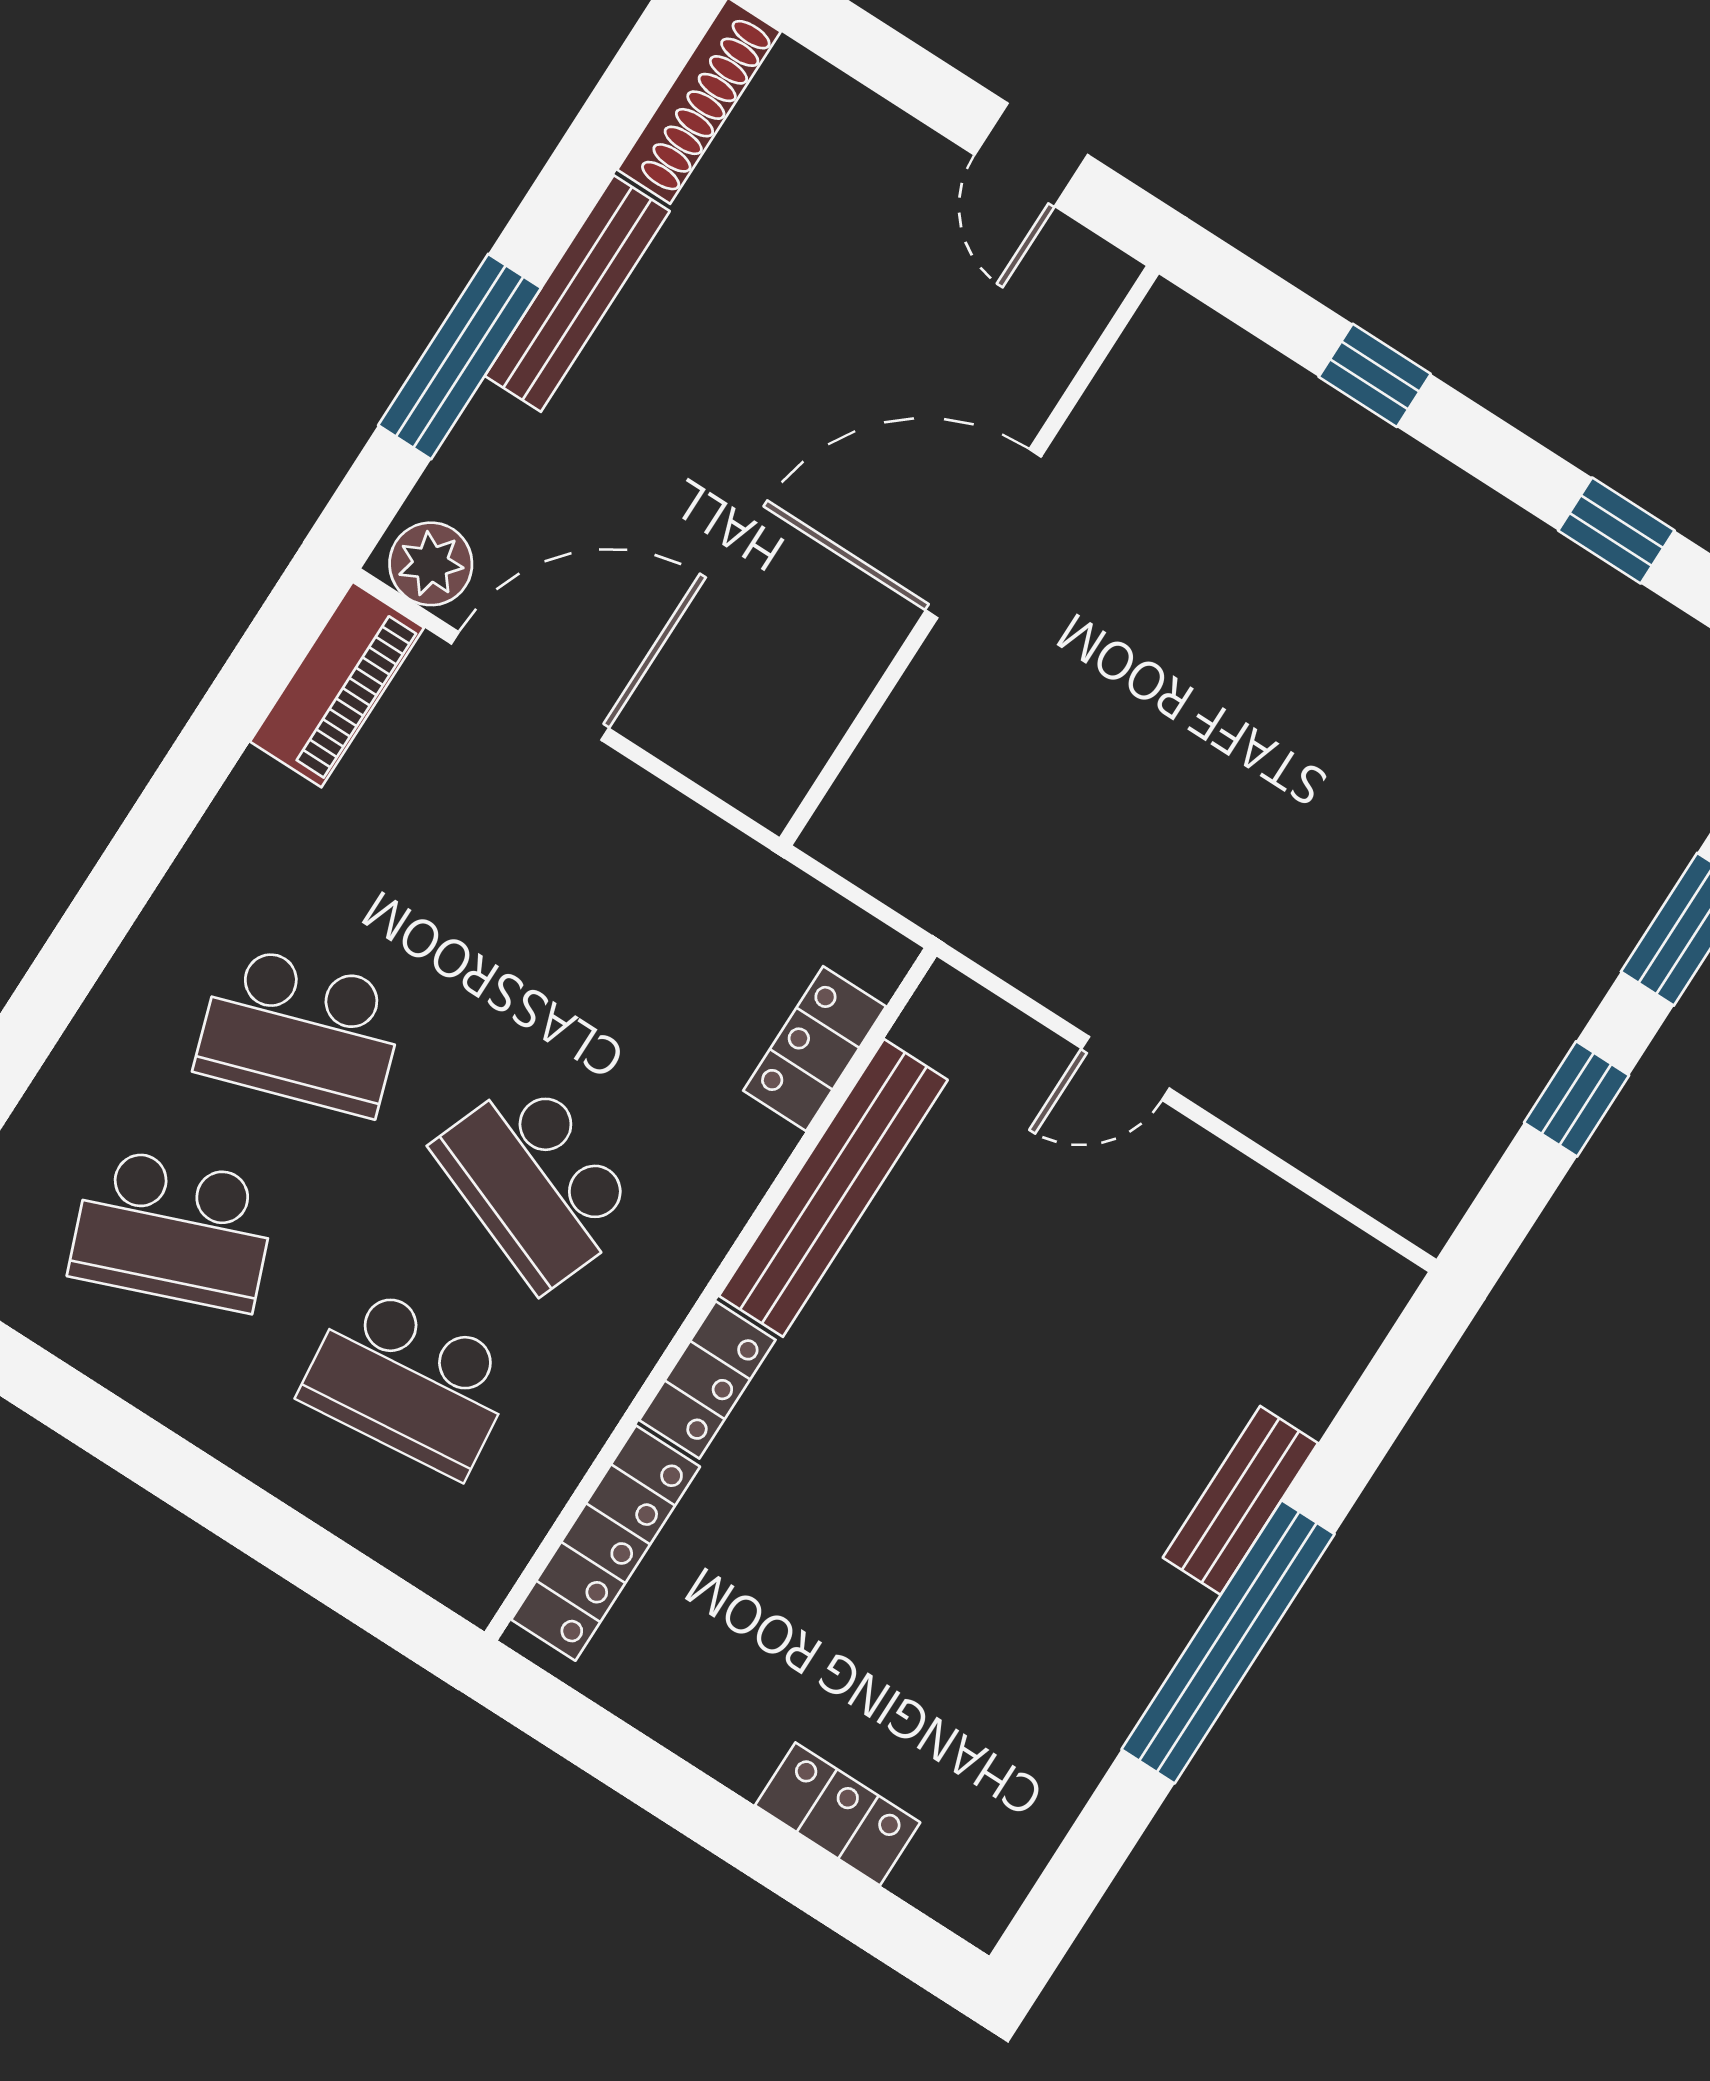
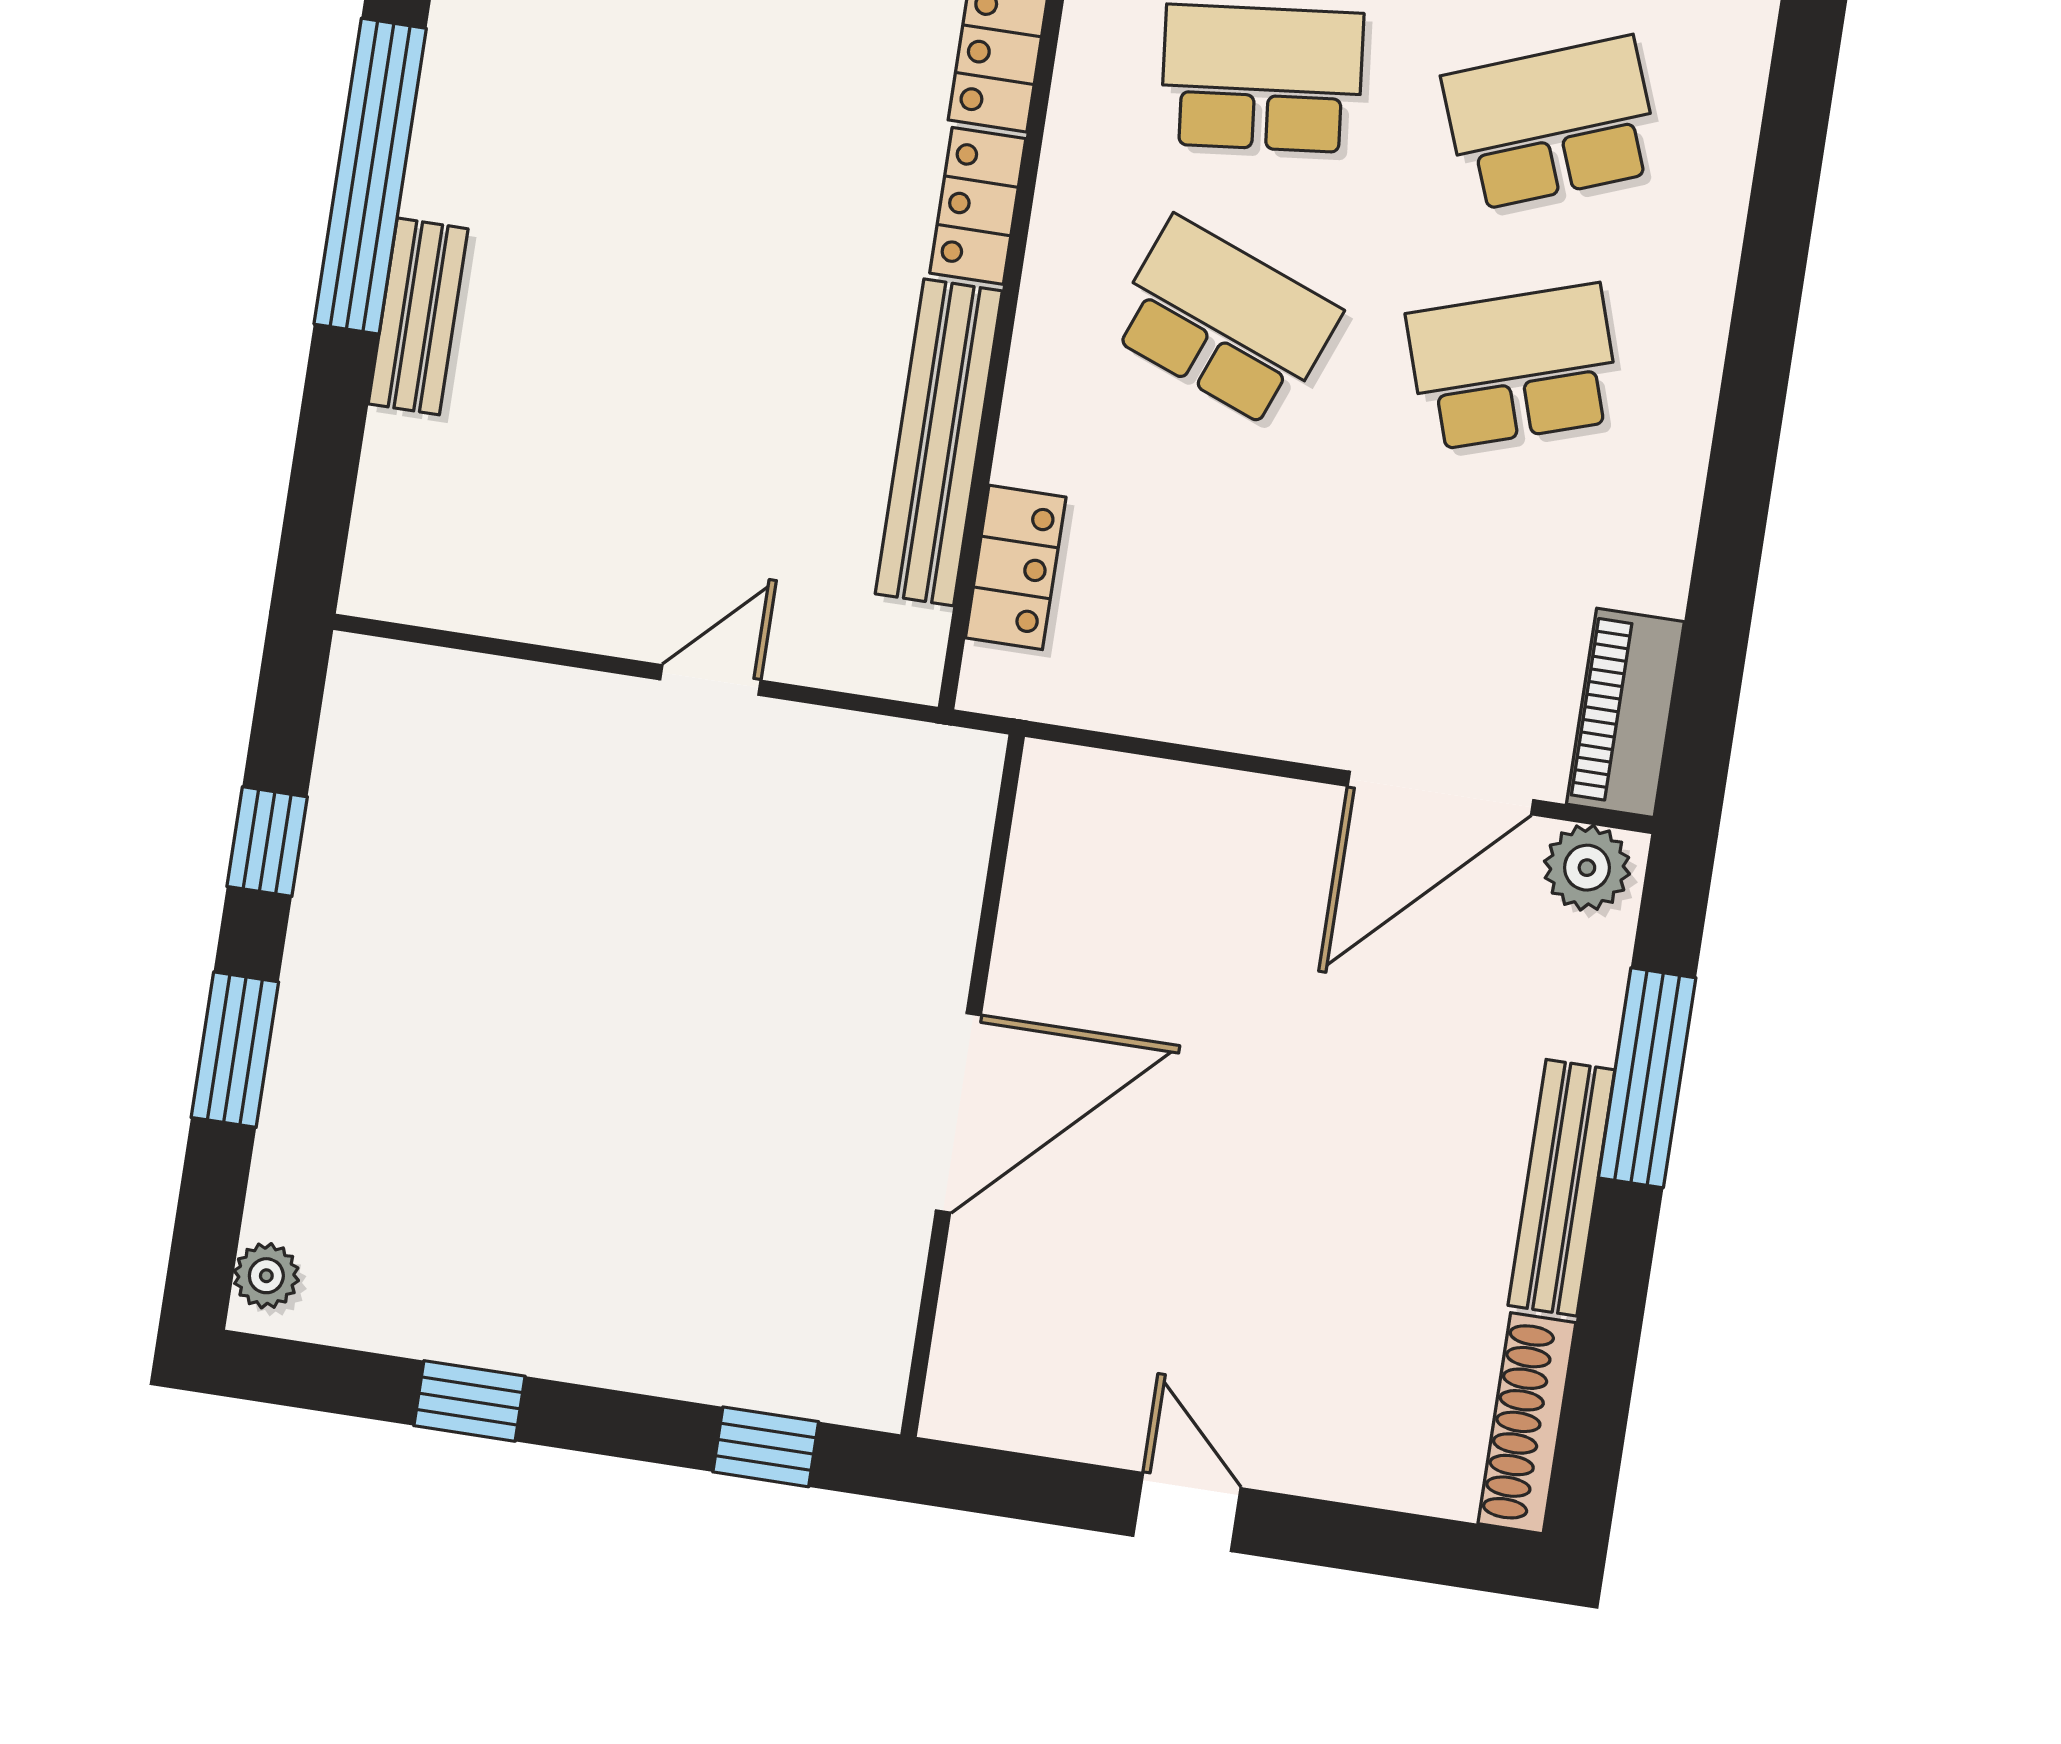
door: (983, 533) -> (958, 1113), moved
wall: (969, 556) -> (963, 1086), moved

